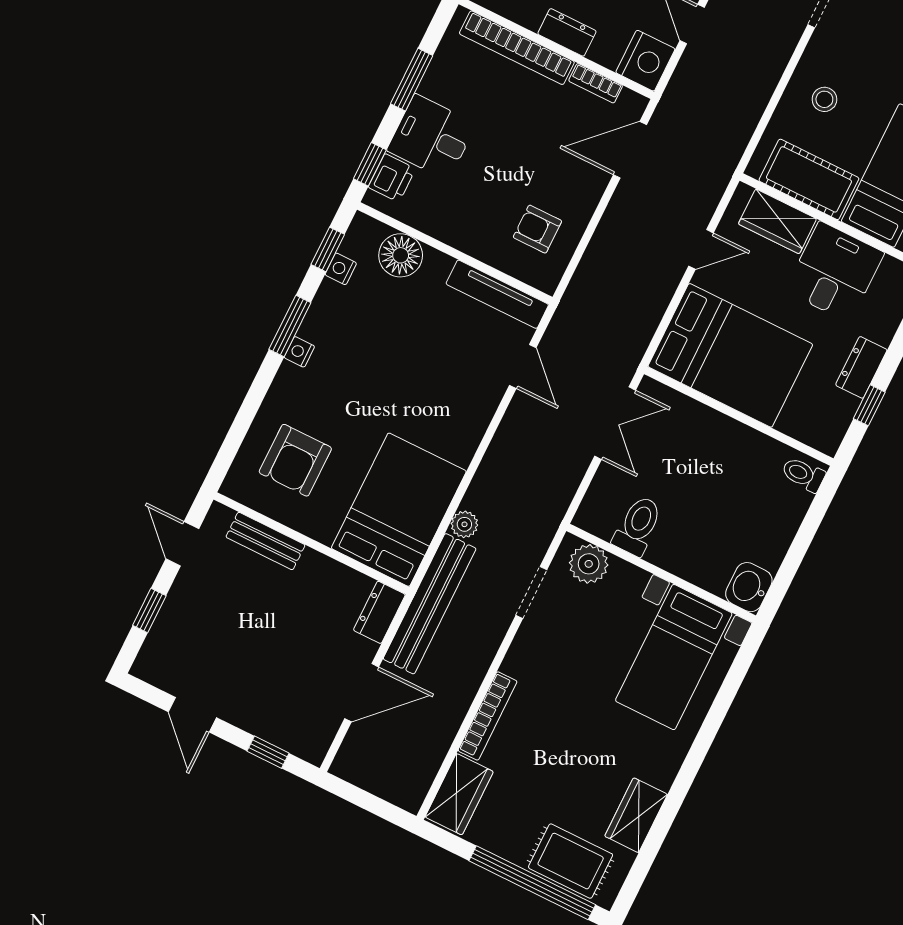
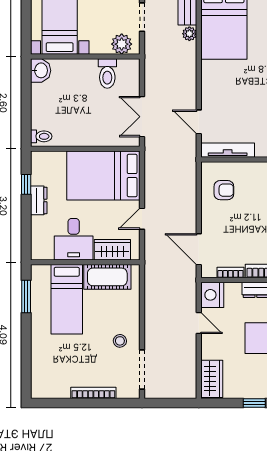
stool: (824, 99) -> (120, 341), moved
door: (630, 150) -> (199, 249), swing flipped

